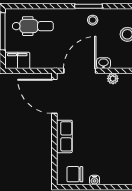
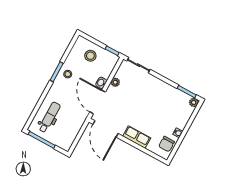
filing cabinet: (17, 60) -> (67, 141), removed
door: (54, 96) -> (105, 129), hinge flipped

